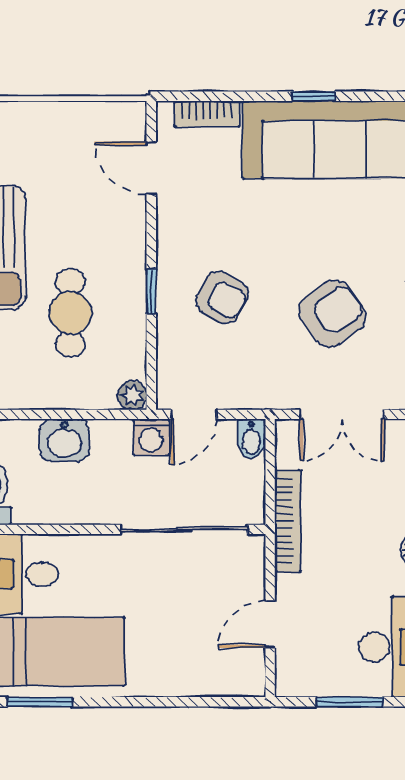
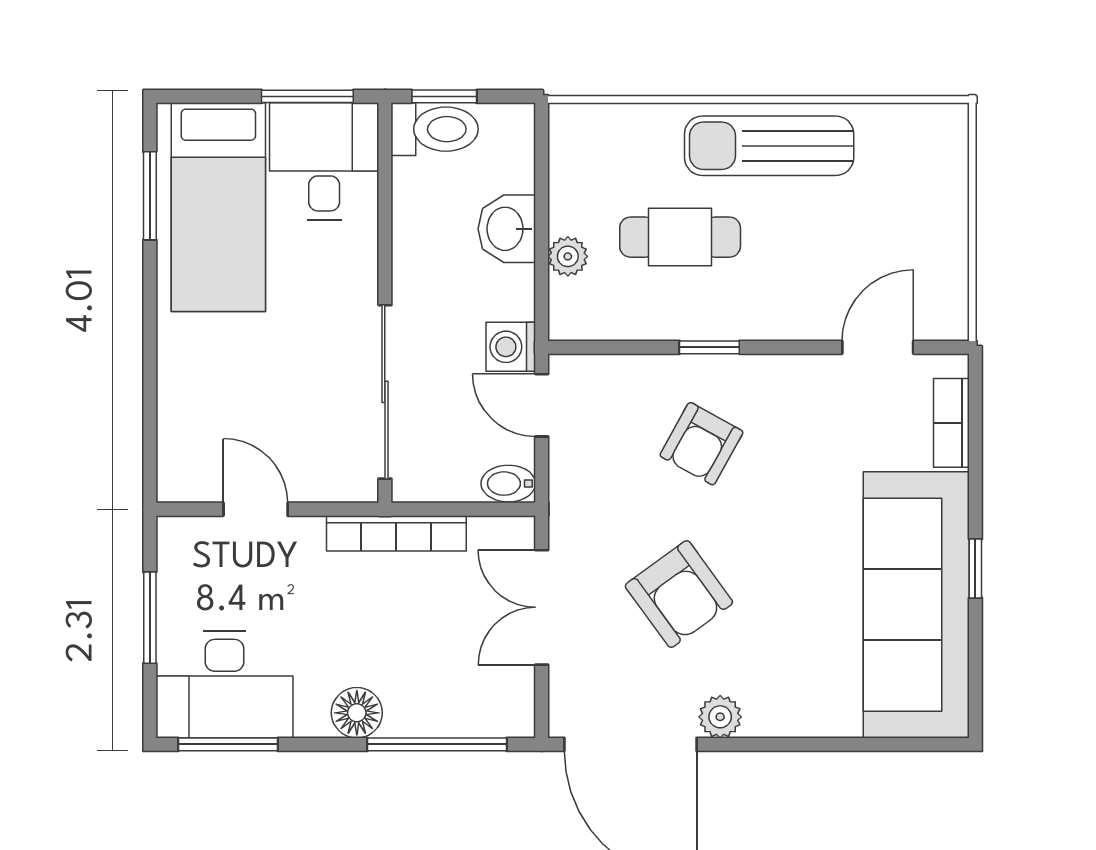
plant: (132, 395) -> (568, 256), moved

